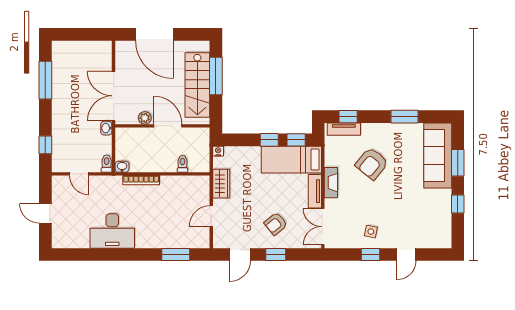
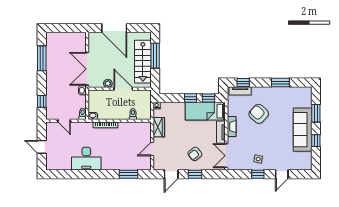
sofa: (438, 155) -> (303, 130), moved
armchair: (372, 164) -> (259, 114), turned 93

